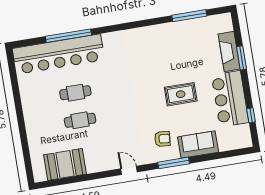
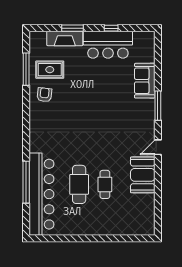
cafe table: (75, 93) -> (79, 184), width x1.37, depth x1.35
rug: (181, 94) -> (50, 70), moved, turned 90
window: (251, 115) -> (111, 28), moved
armchair: (162, 139) -> (44, 95), moved
booth: (65, 164) -> (143, 175), moved

